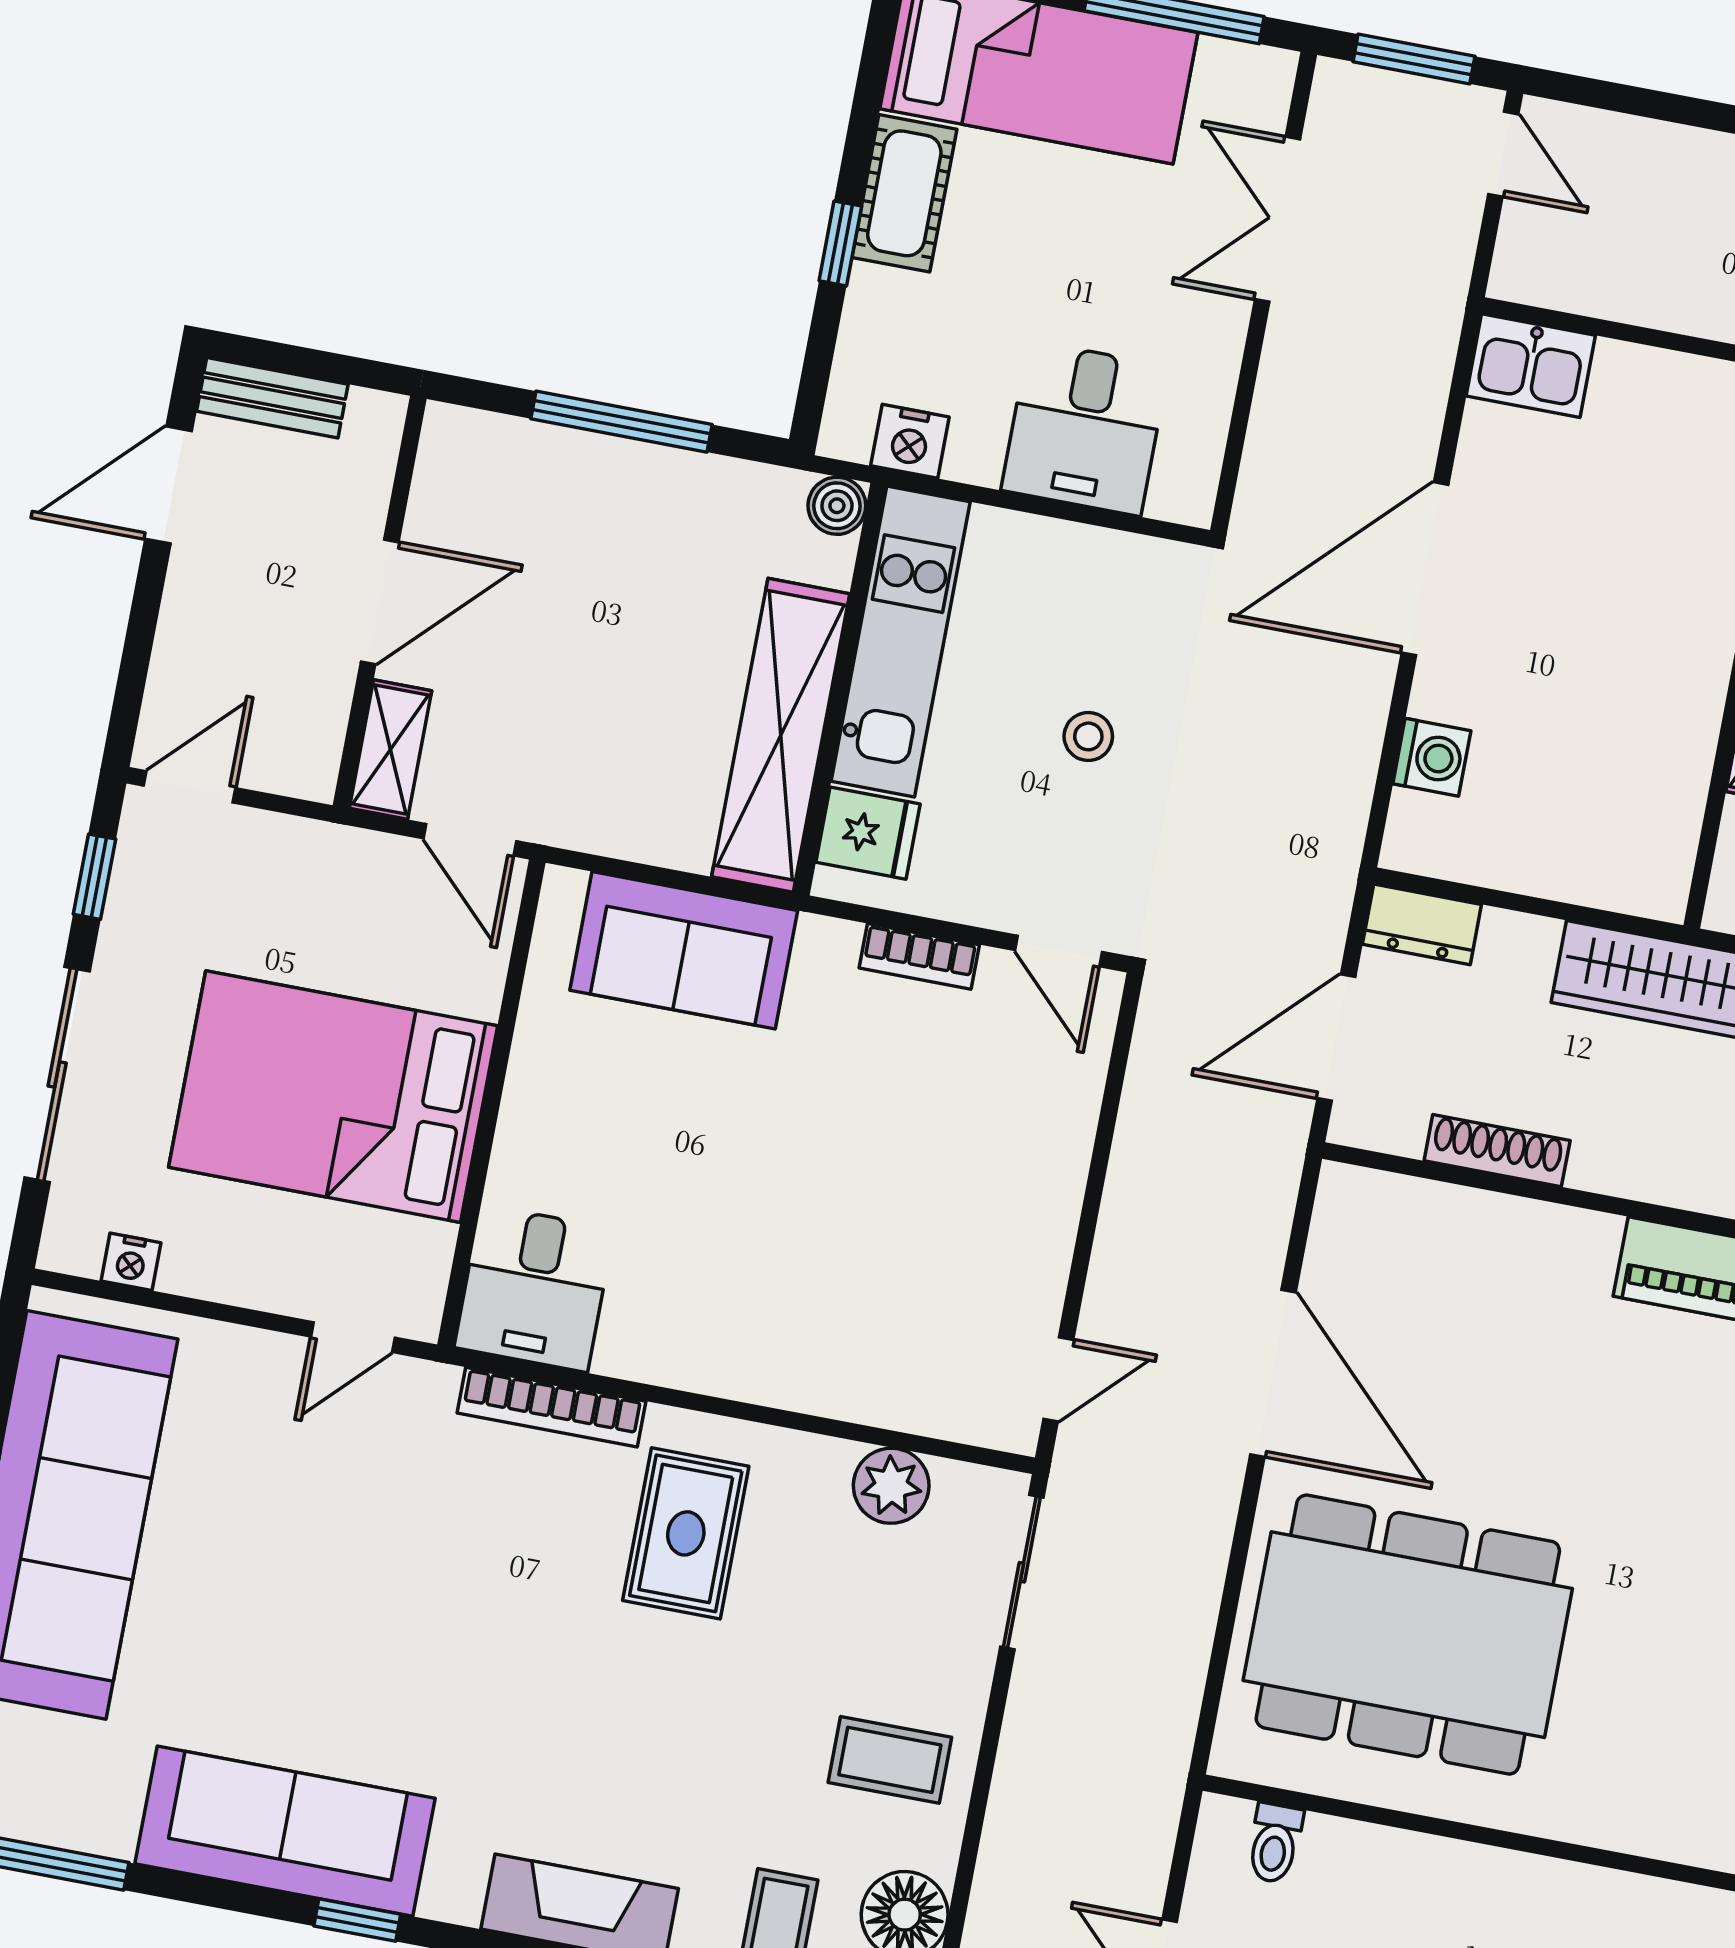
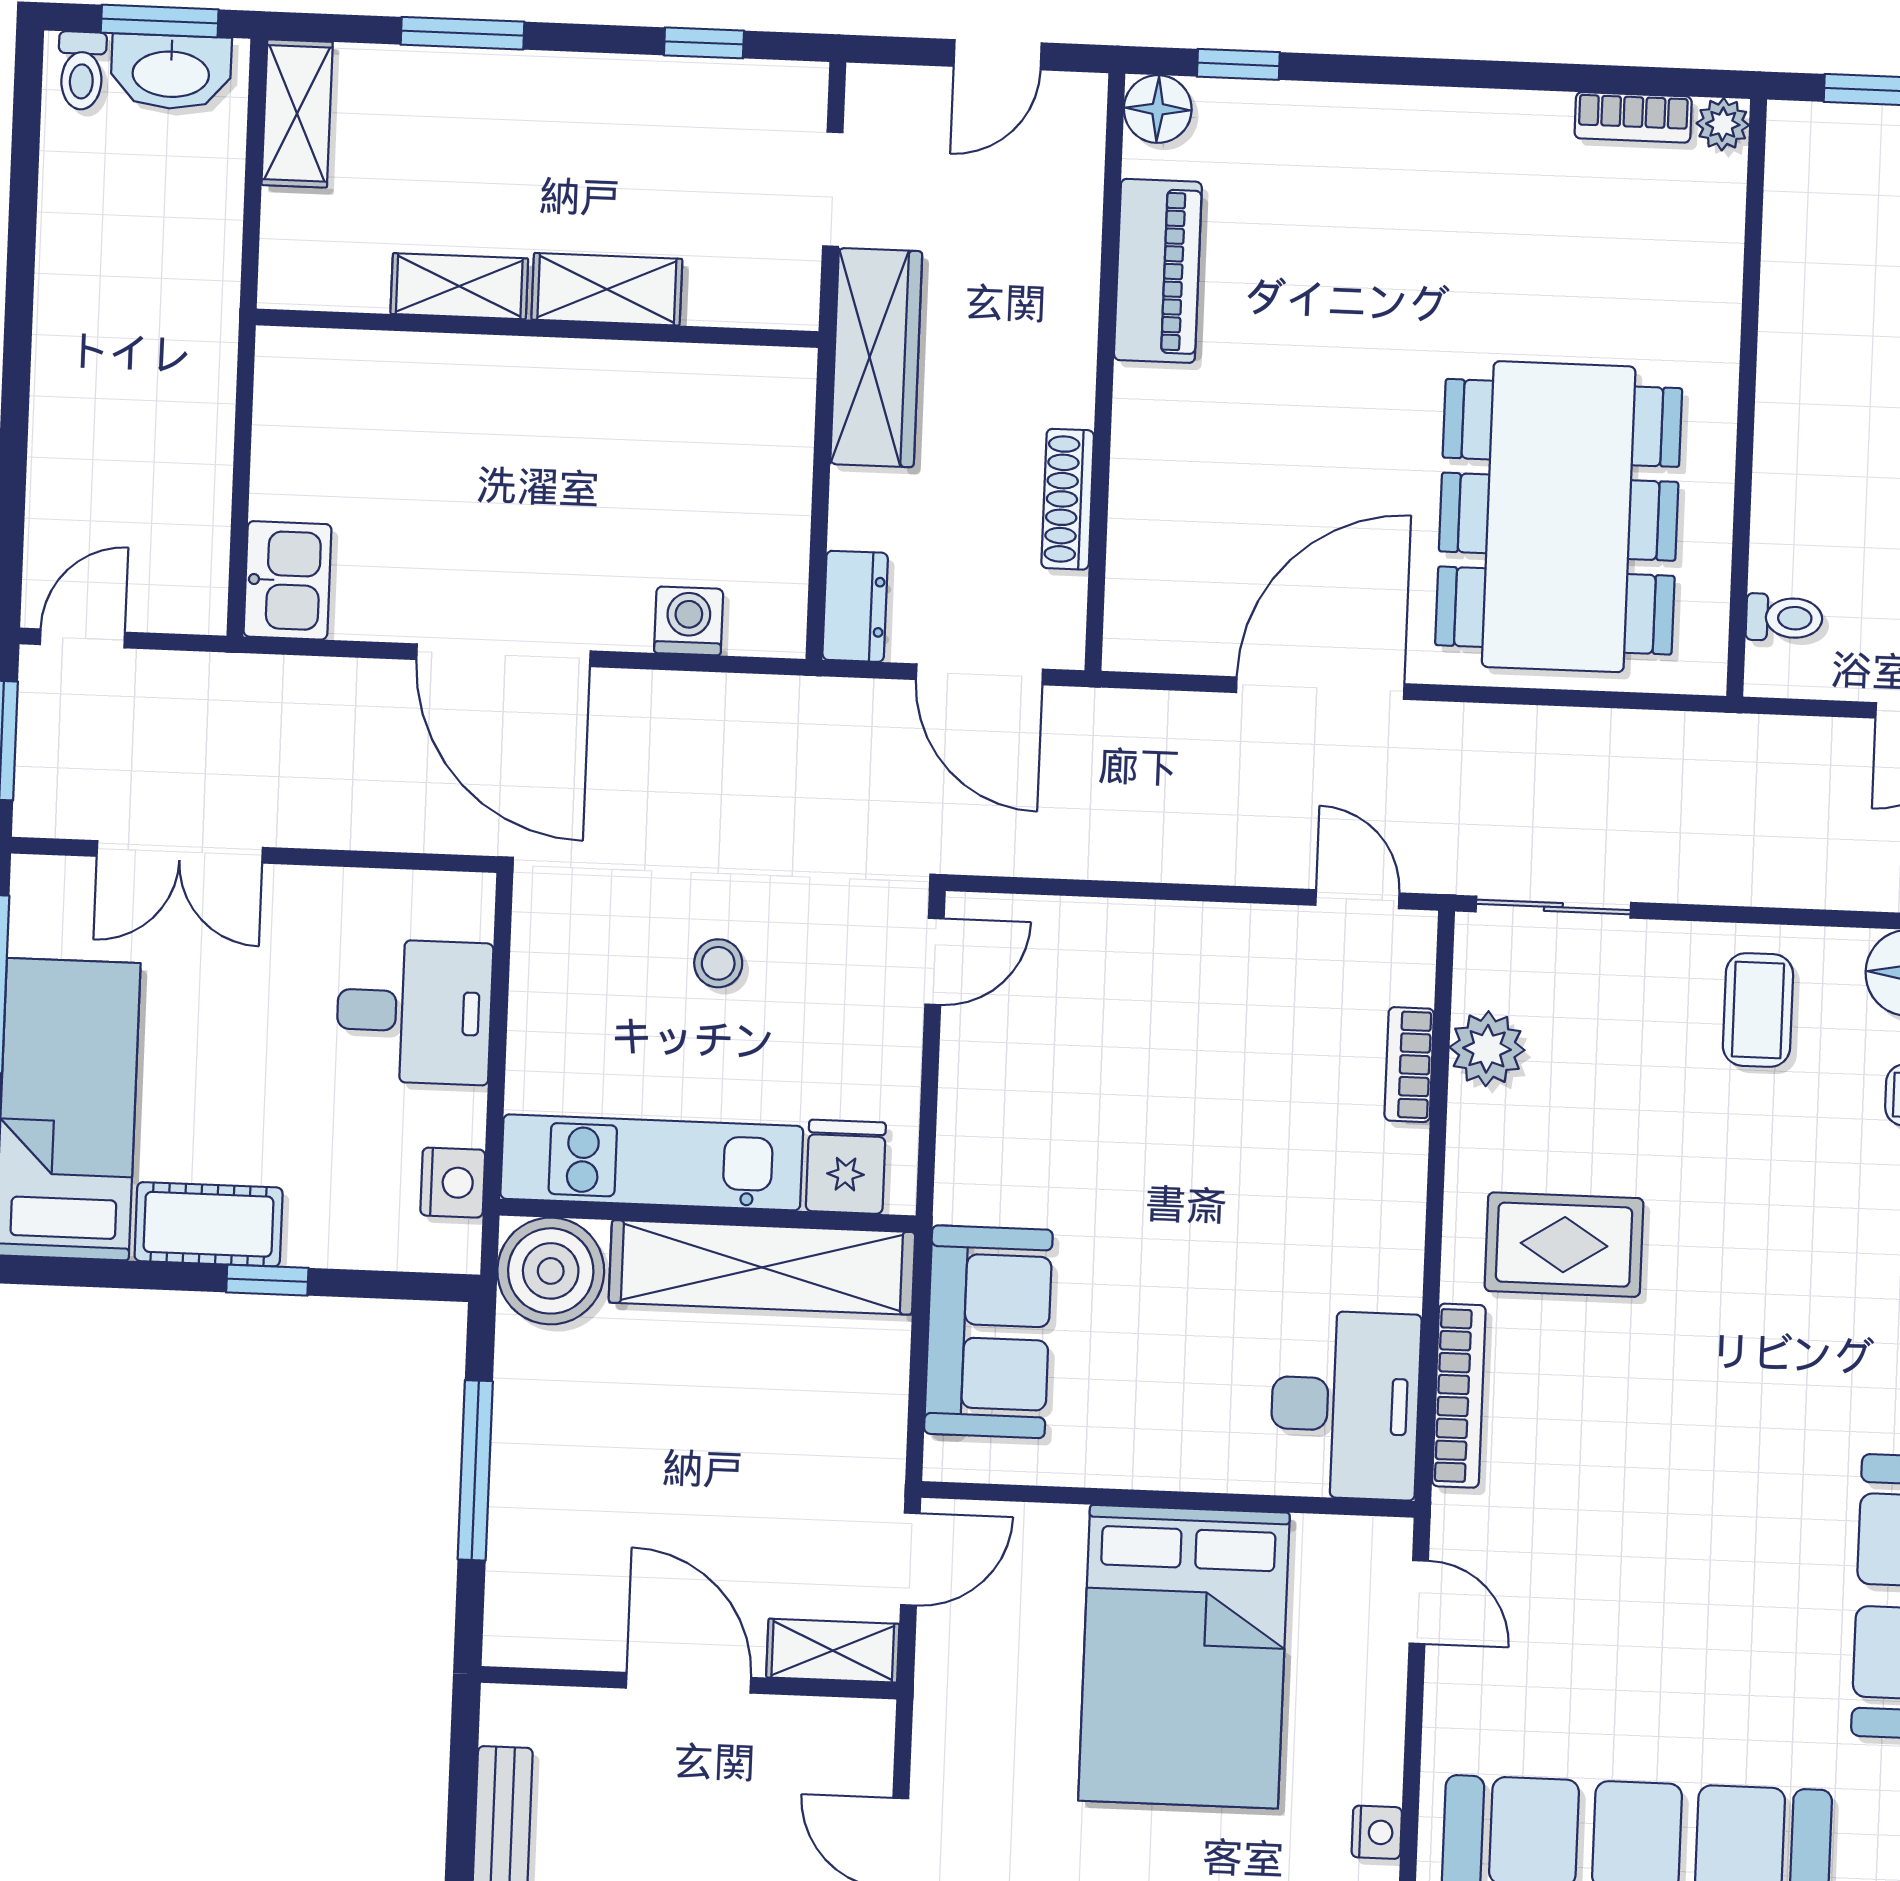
boiler: (837, 506) -> (551, 1271), width x1.86, depth x1.86
bookcase: (919, 956) -> (1409, 1065), moved, turned 180
desk: (534, 1288) -> (1345, 1405), width x1.37

